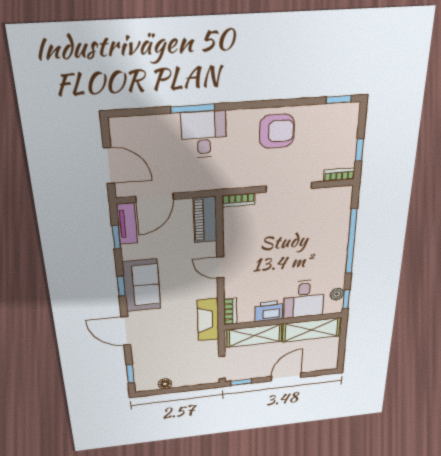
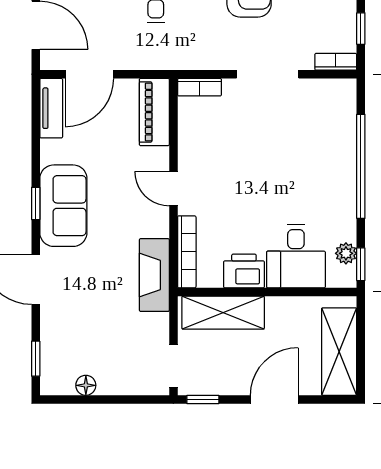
window: (116, 237) -> (36, 127), removed
bookcase: (230, 312) -> (187, 252), width x1.56
shelving: (311, 330) -> (339, 352), moved, turned 90

